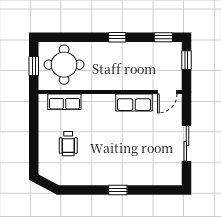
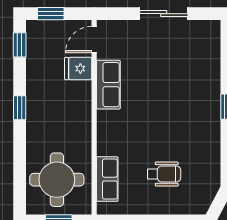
fridge: (146, 80) -> (78, 69), added
door: (167, 92) -> (94, 40), swing flipped

